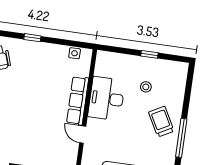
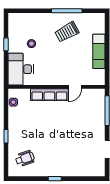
desk: (106, 99) -> (21, 69), moved, turned 90
trolley: (161, 122) -> (67, 32), moved

